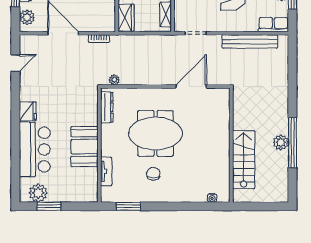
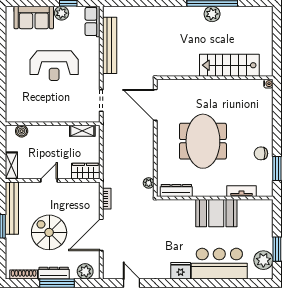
wall: (231, 145) -> (215, 78), moved
stairs: (244, 160) -> (229, 65), moved
chair: (153, 174) -> (261, 153), moved

